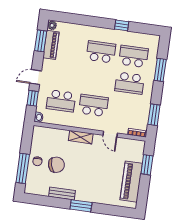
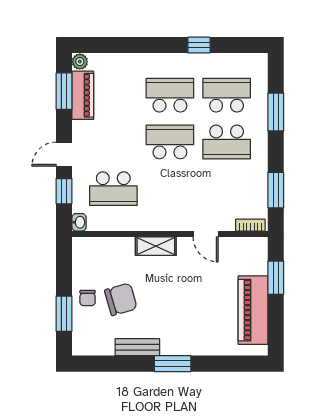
school desk: (93, 105) -> (170, 142), moved
window: (23, 168) -> (64, 314), width x0.69

